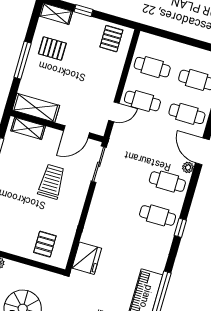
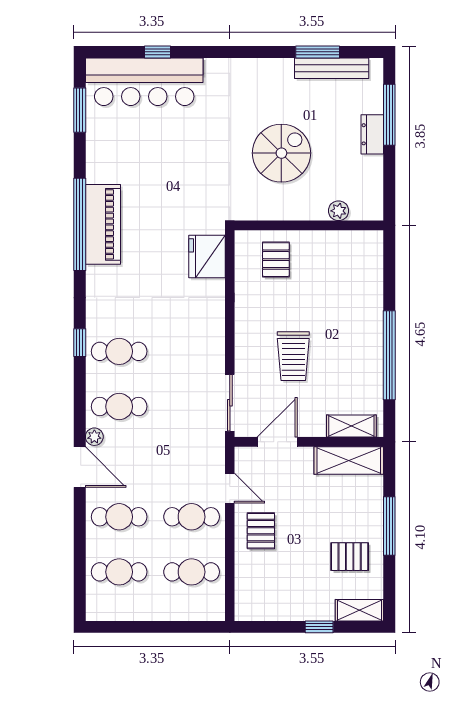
pallet: (111, 39) -> (261, 531), moved
door: (114, 112) -> (230, 488), swing flipped

